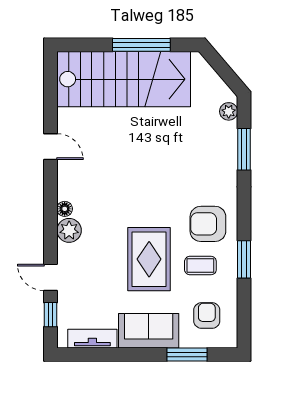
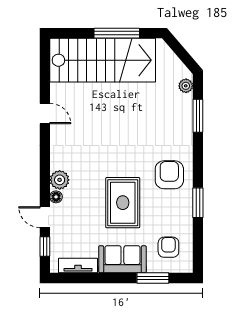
floor lamp: (65, 209) -> (56, 197), moved
armchair: (208, 224) -> (169, 175), turned 90
coffee table: (200, 266) -> (163, 208), removed

